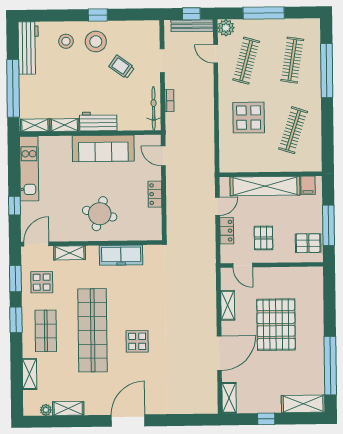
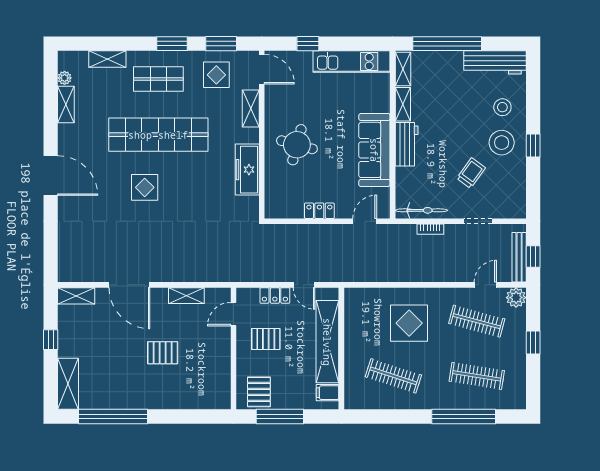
window: (264, 13) -> (533, 343), width x0.46
pallet: (276, 325) -> (163, 353), width x0.49, depth x0.50

